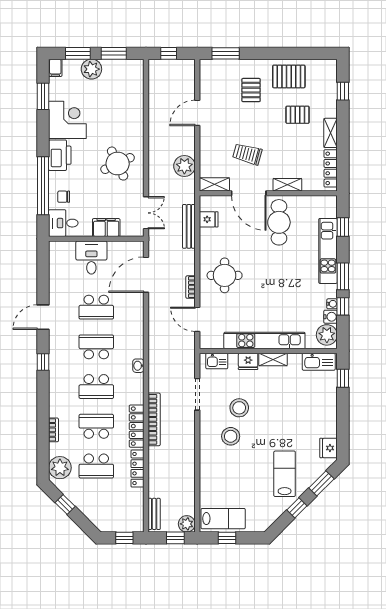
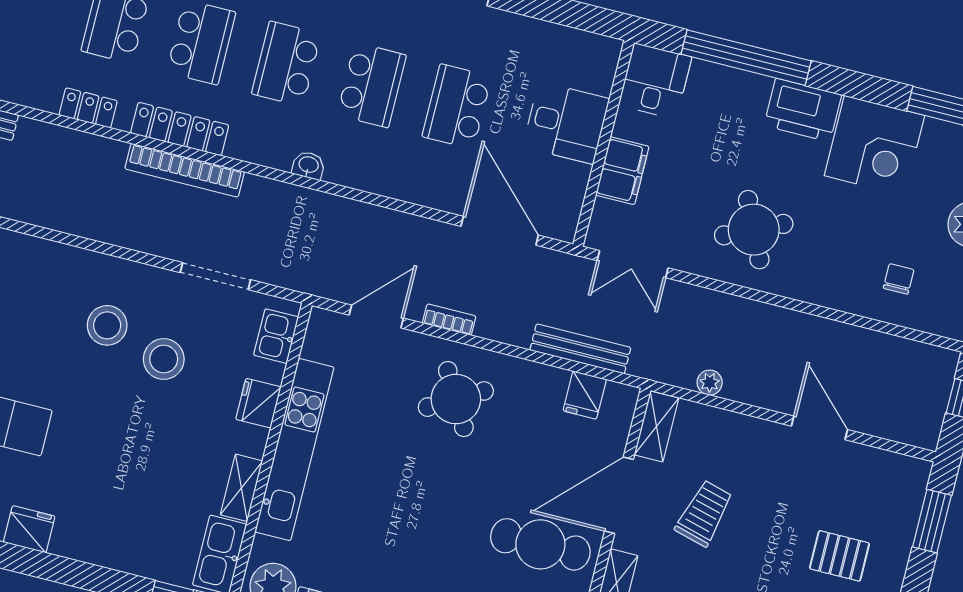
plant: (184, 166) -> (710, 383), width x0.53, depth x0.53
chair: (64, 197) -> (899, 279), moved
round table: (225, 275) -> (456, 399), turned -30
shelving: (273, 360) -> (241, 488), moved
locker: (137, 469) -> (88, 108), width x0.66

